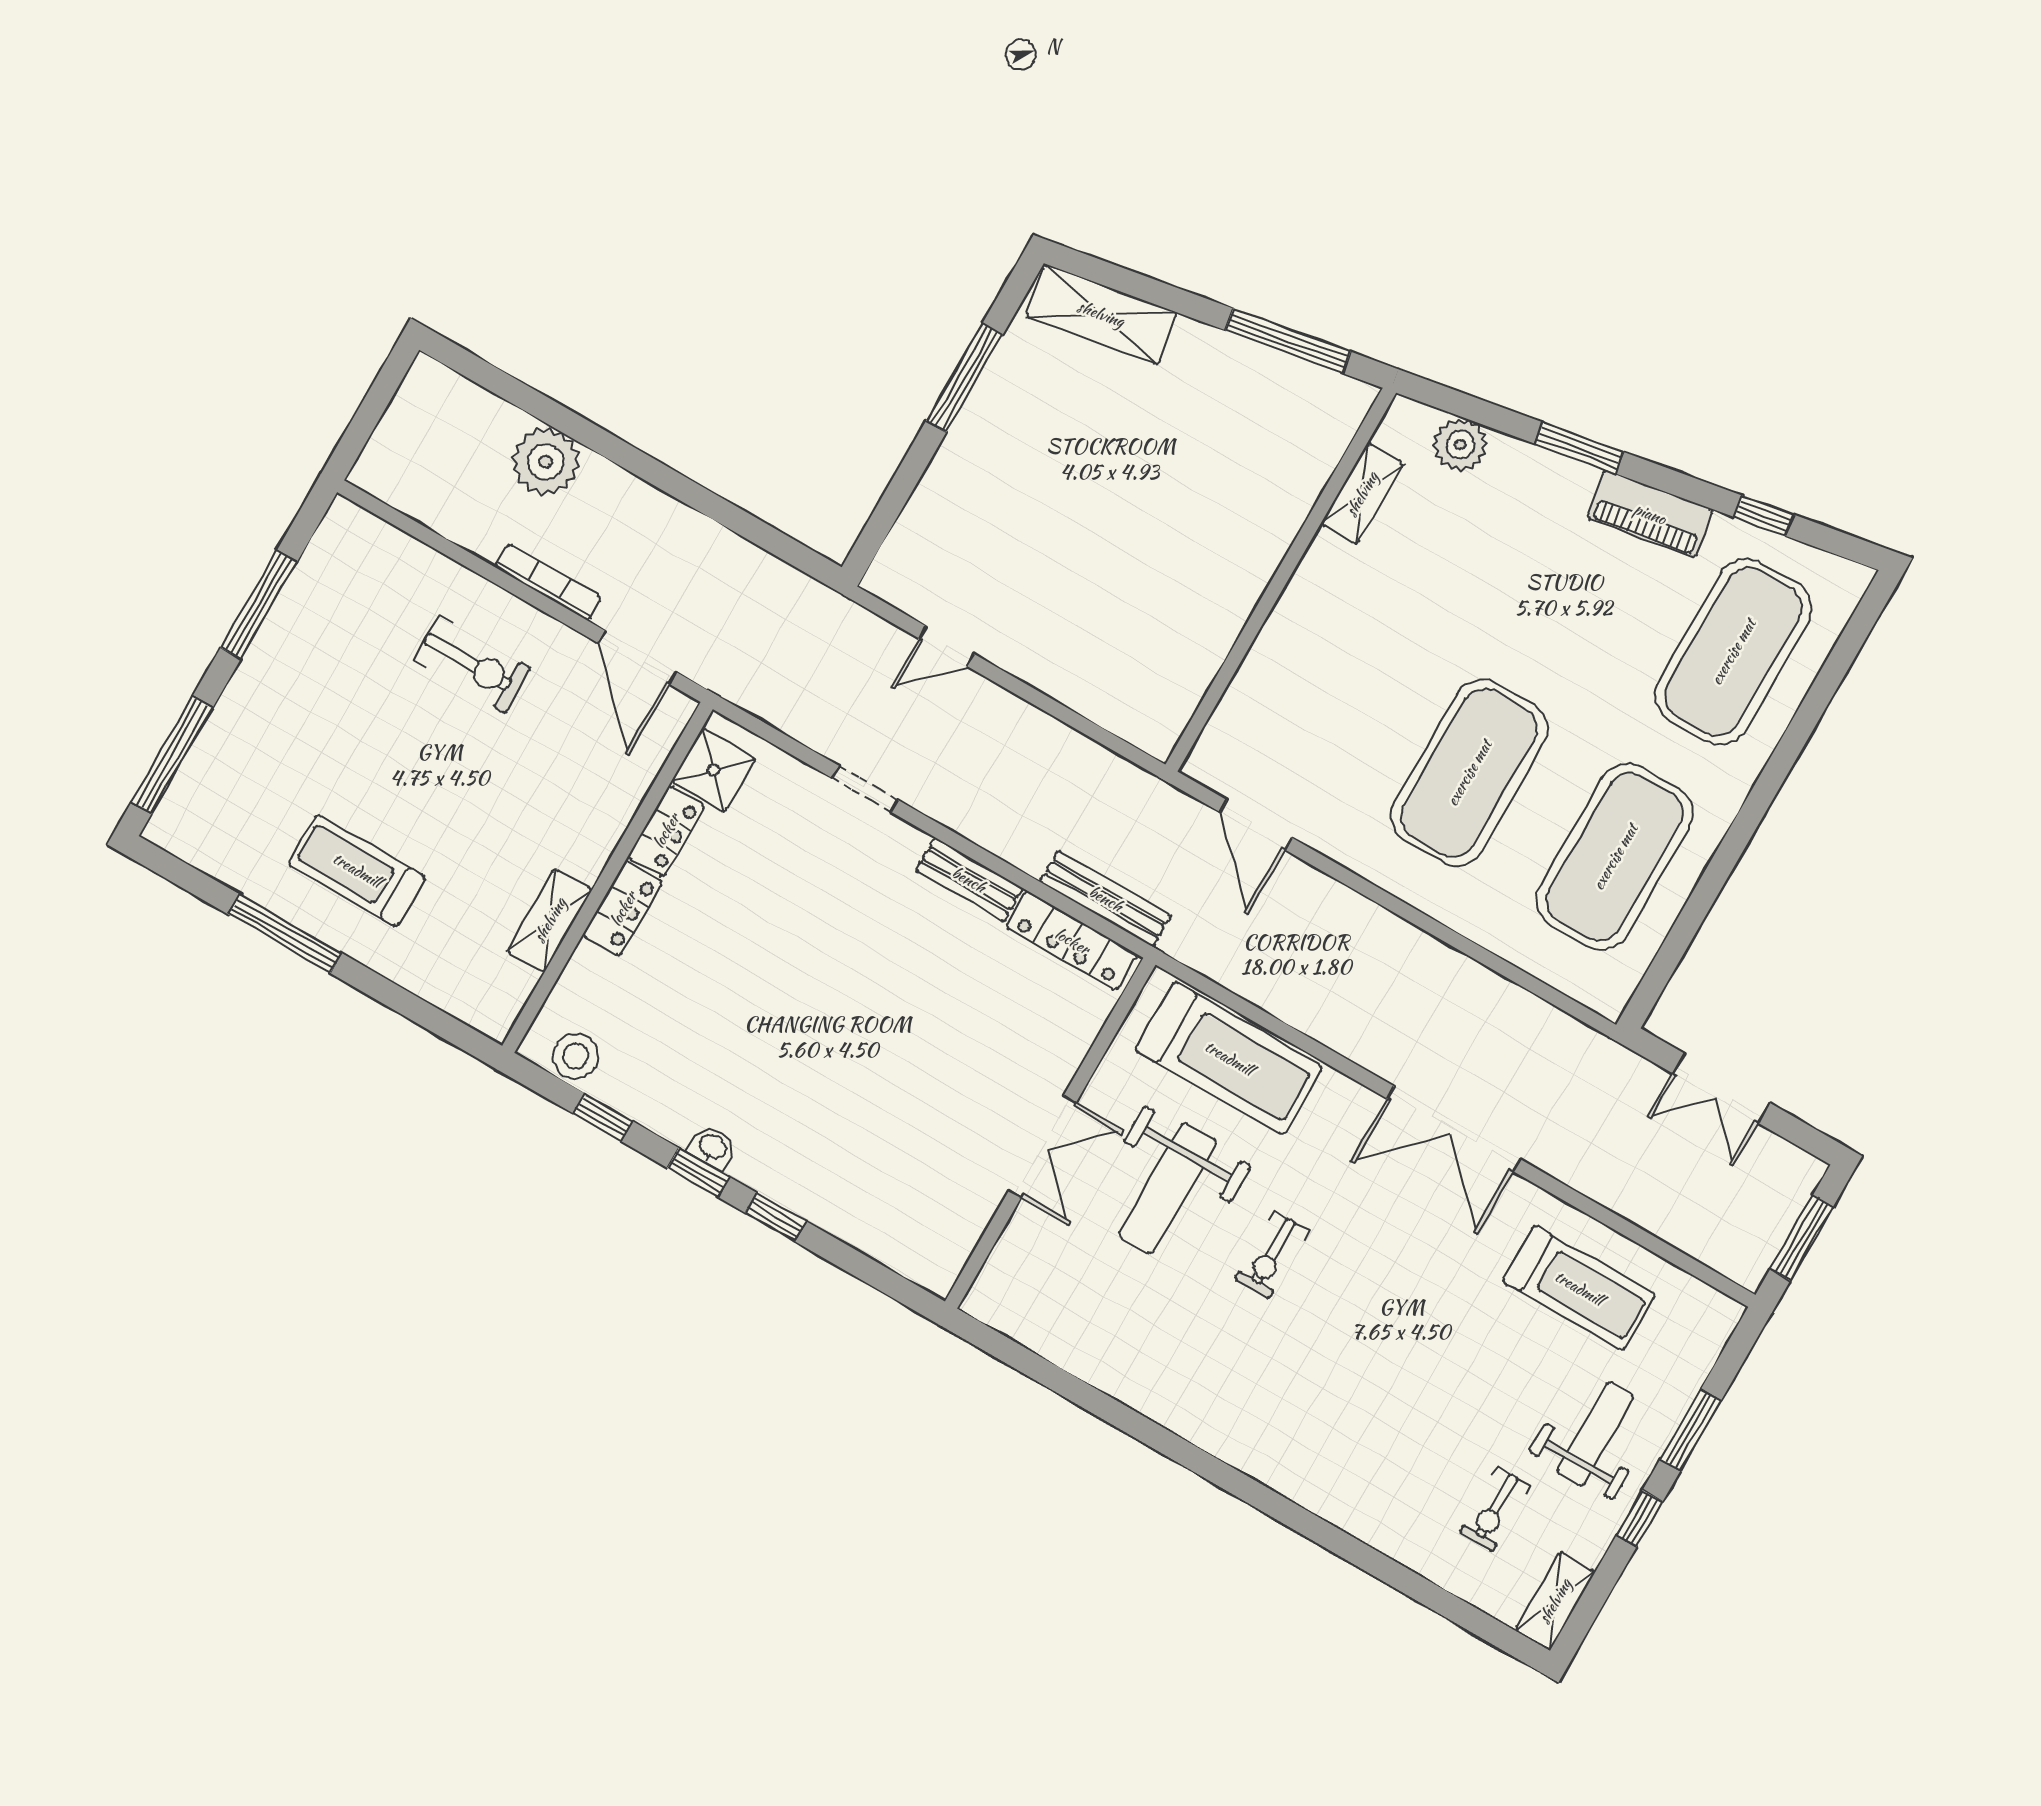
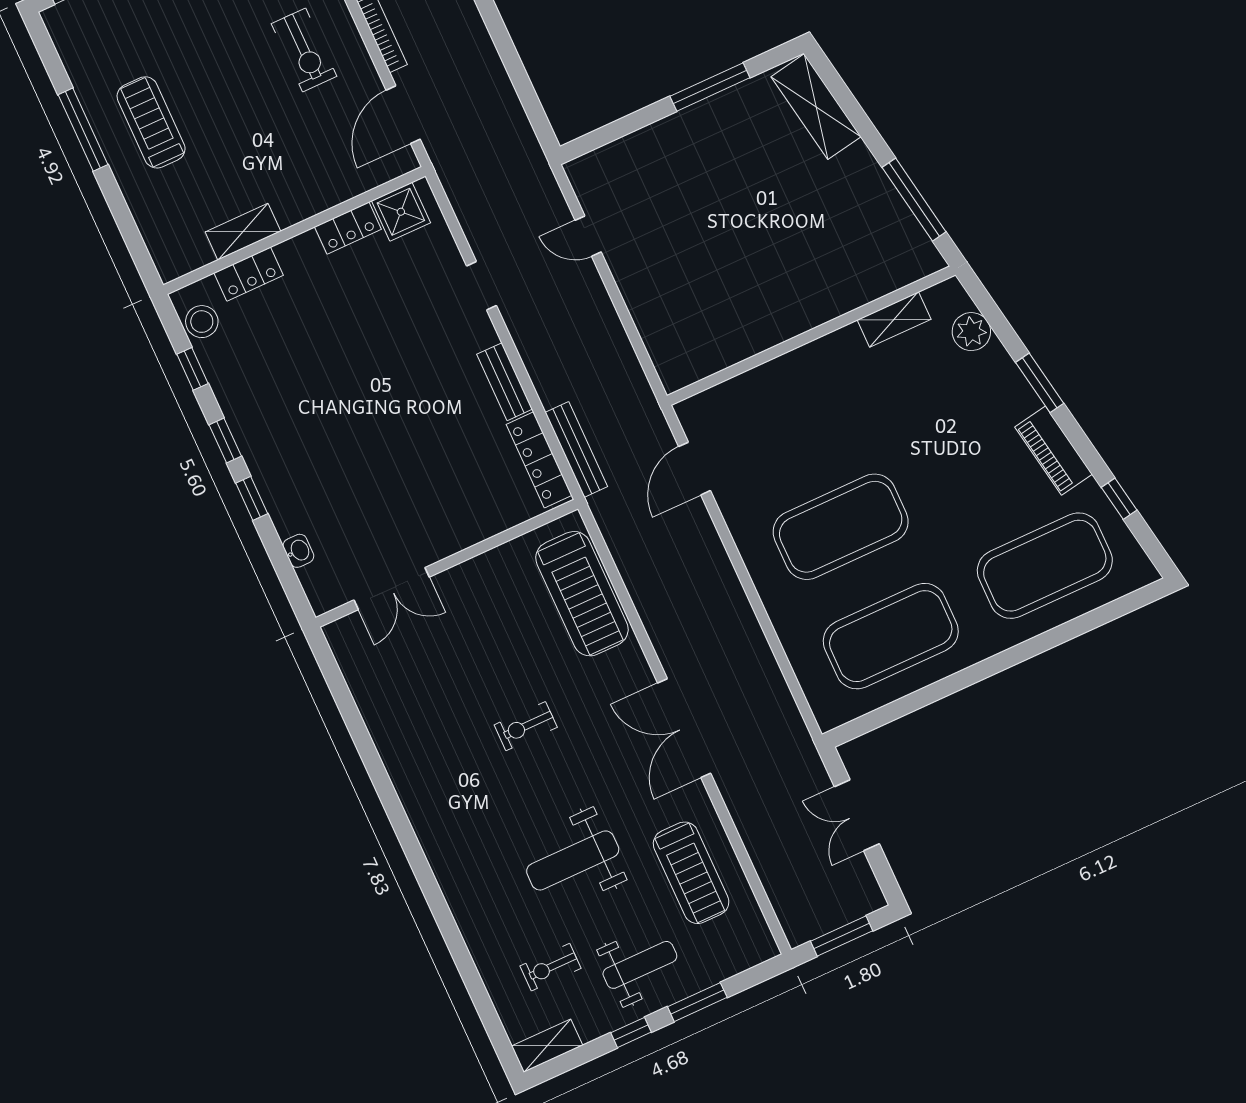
locker: (623, 909) -> (249, 274), moved
washbasin: (712, 1147) -> (298, 551), moved
double door: (1042, 1147) -> (392, 589), moved
weight bench: (1168, 1188) -> (573, 860), moved

